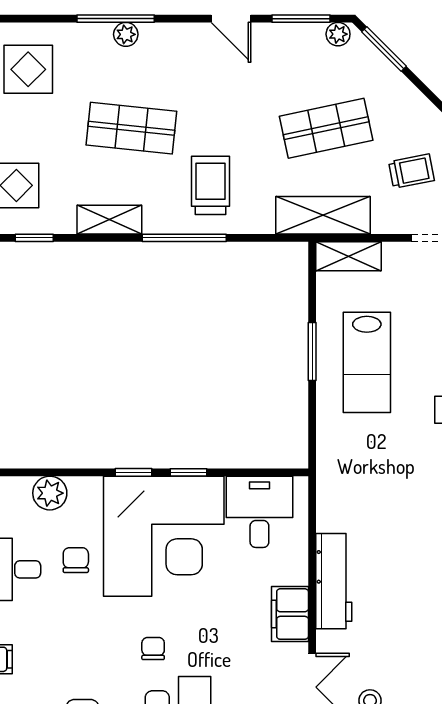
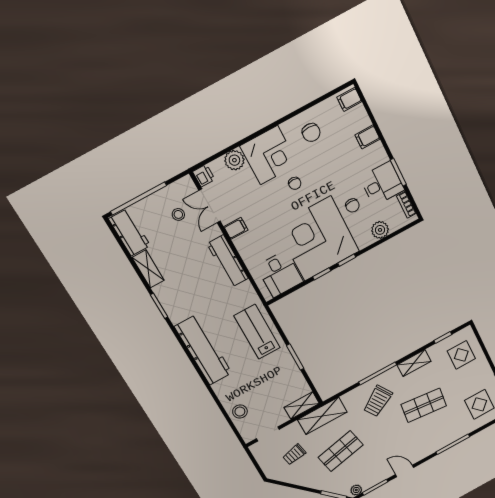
plant: (126, 34) -> (445, 441), removed
trolley: (210, 185) -> (378, 401), turned 58
lab bench: (367, 362) -> (257, 332), moved
filing cabinet: (290, 614) -> (236, 228), width x0.50

